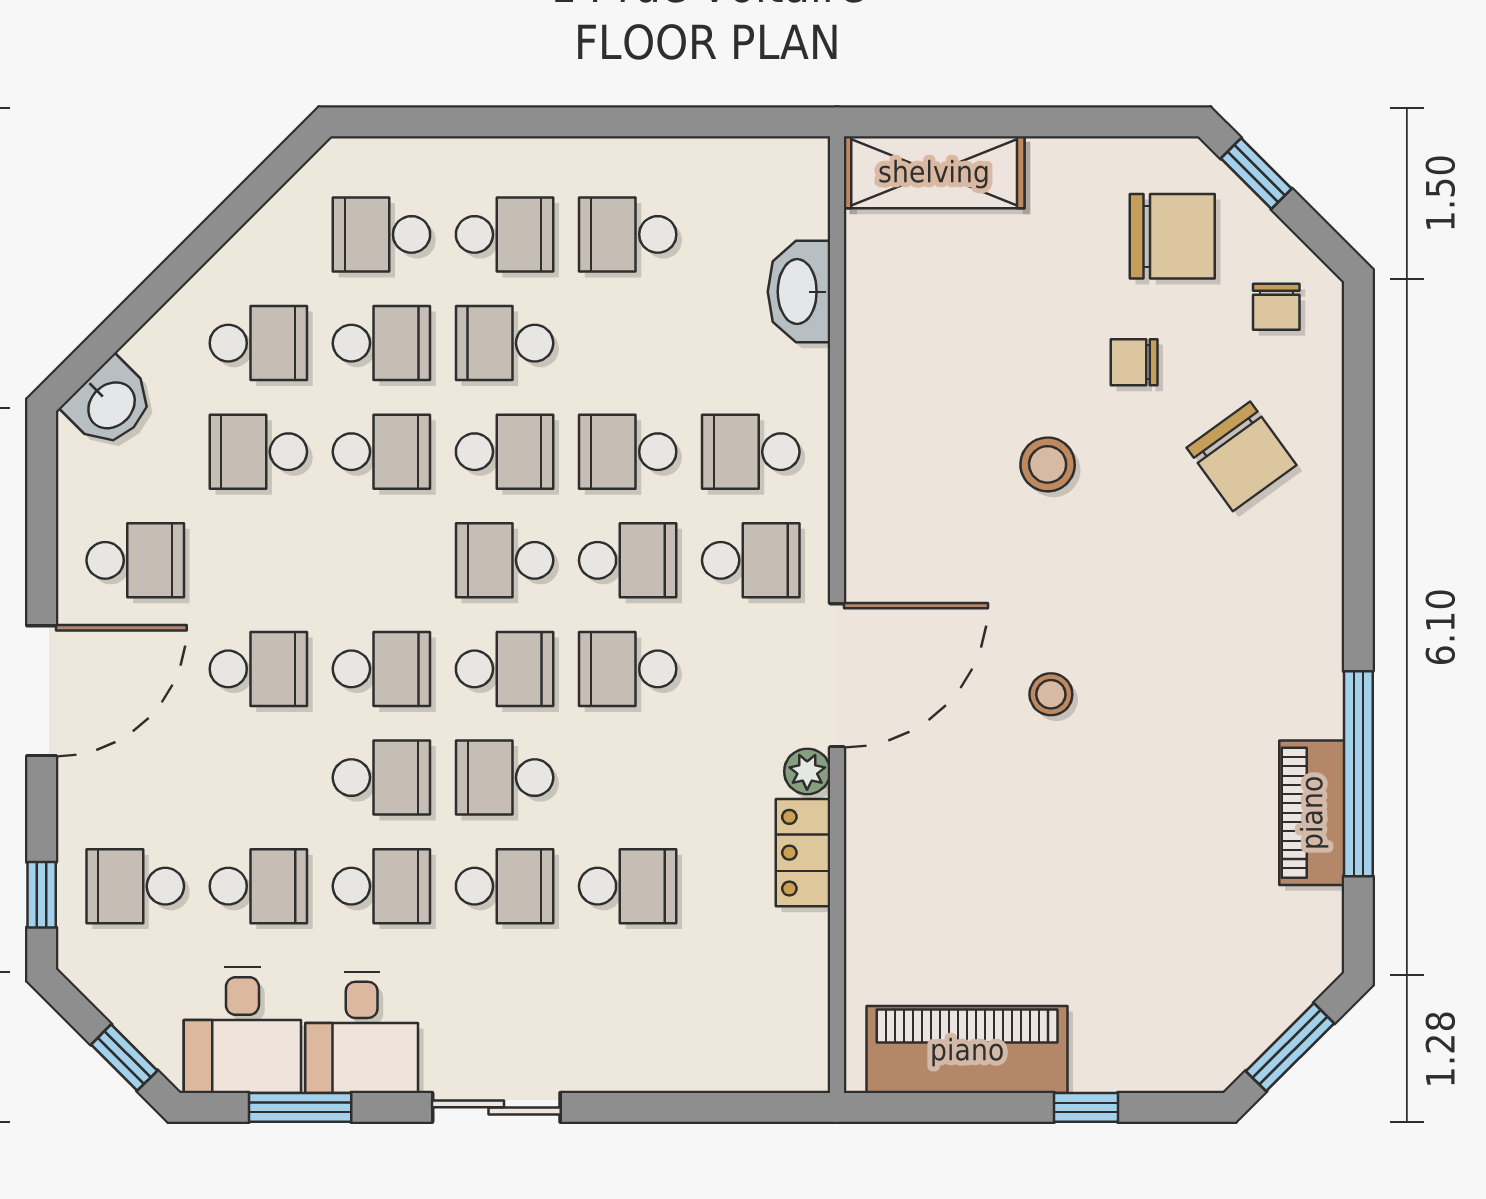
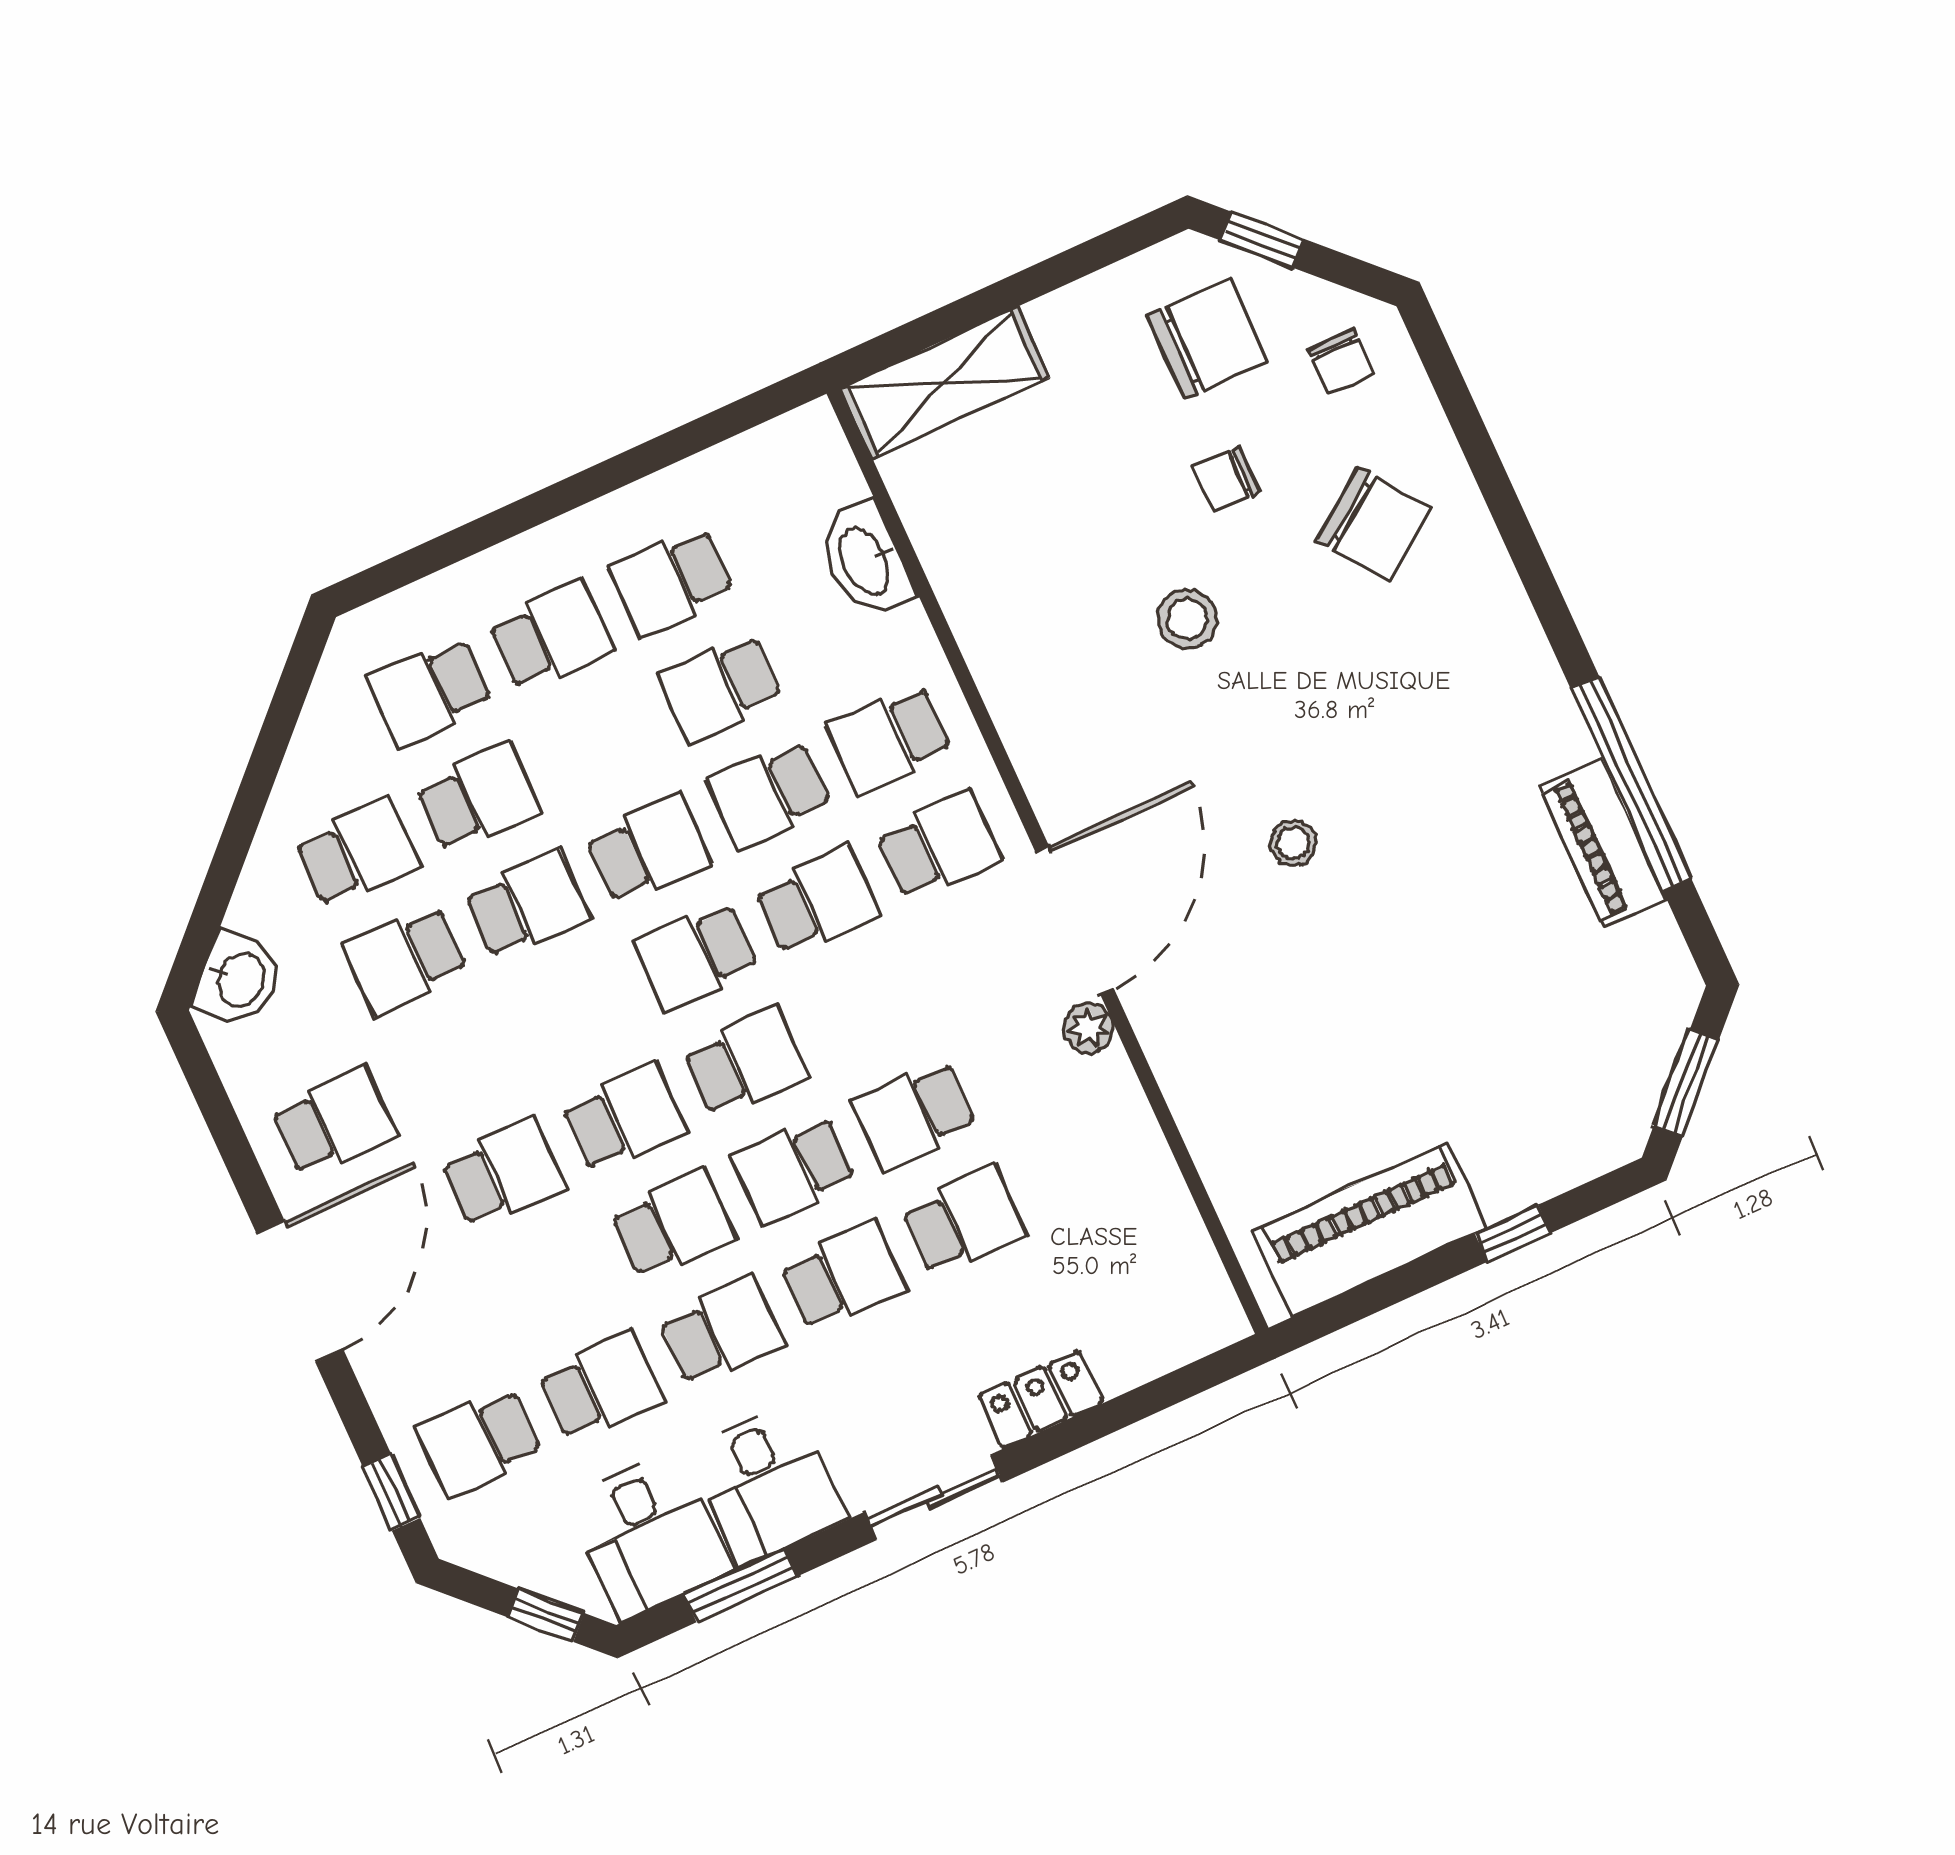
school desk: (505, 343) -> (720, 688), moved
school desk: (628, 669) -> (915, 1114), moved
locker: (803, 853) -> (1041, 1399), moved, turned 90

